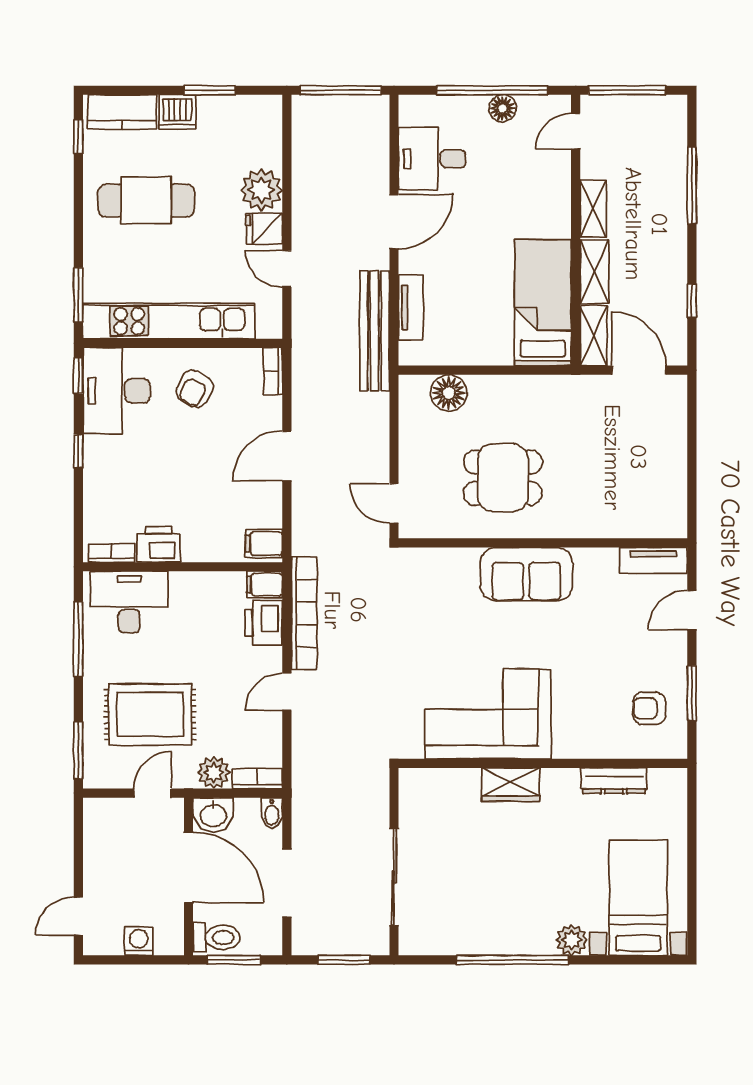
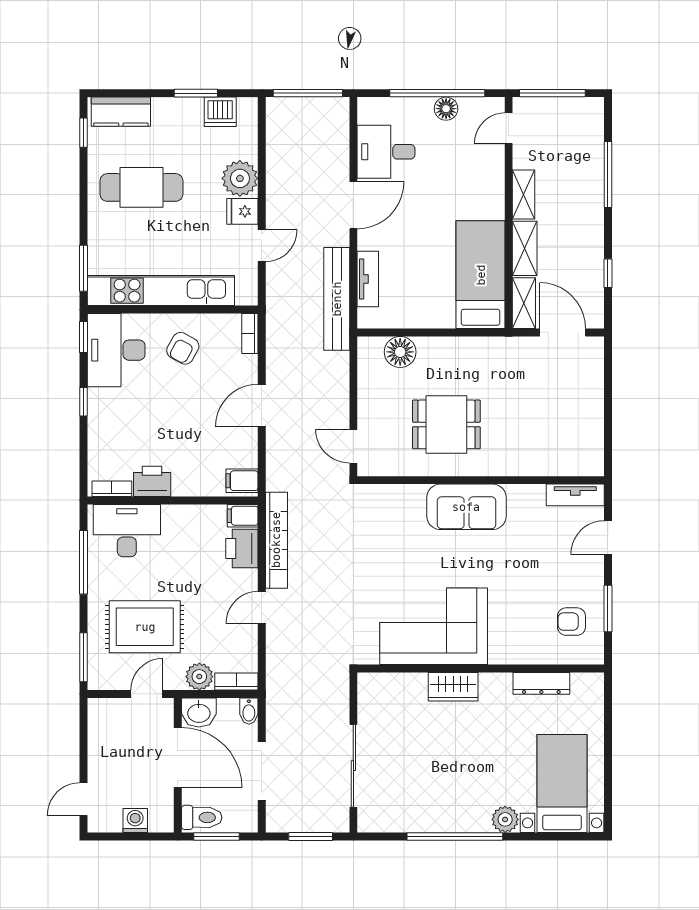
dishwasher: (177, 112) -> (220, 112), moved
door: (287, 269) -> (262, 246), swing flipped

